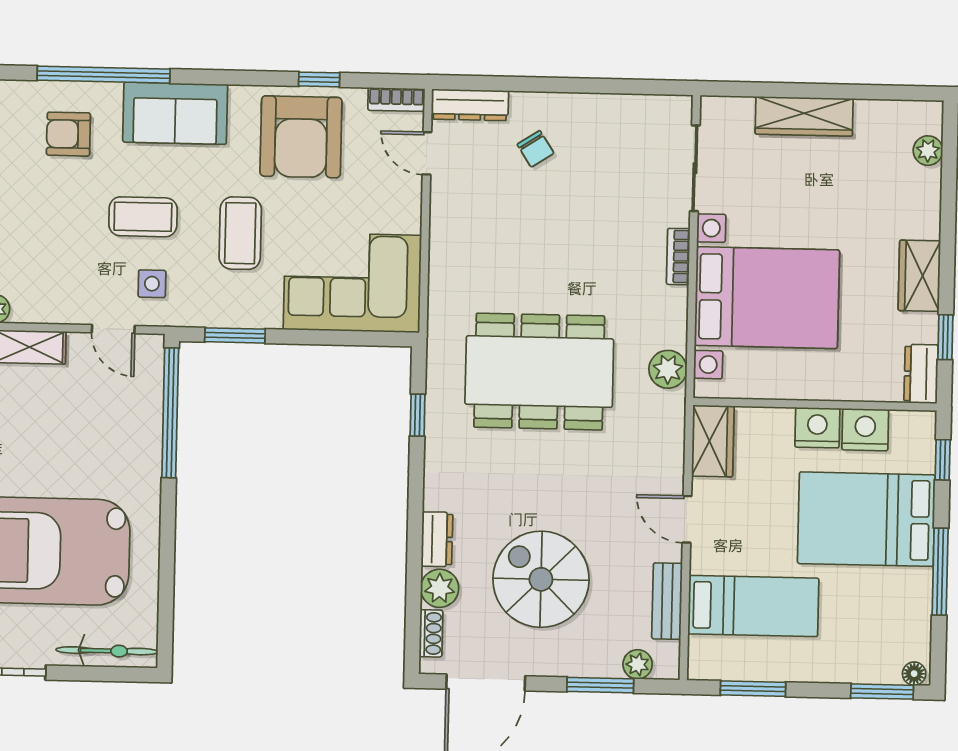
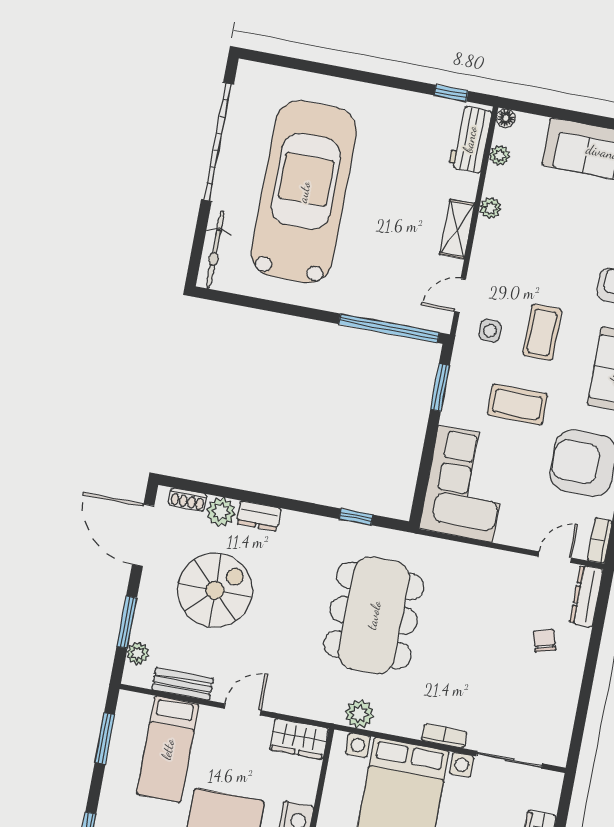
chair: (535, 149) -> (544, 641), turned 106

